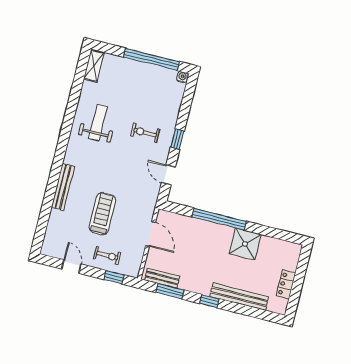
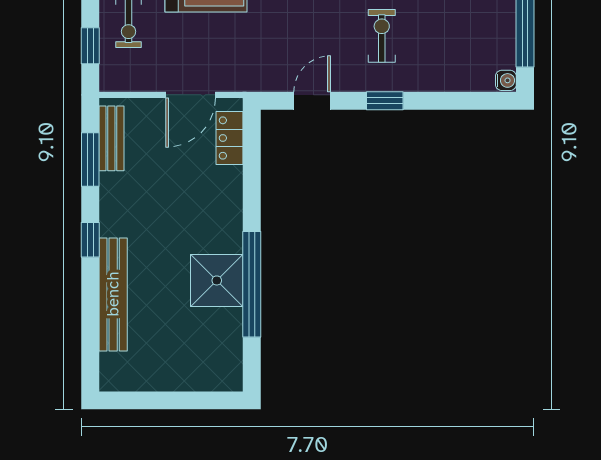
window: (219, 219) -> (252, 284), moved
locker: (286, 284) -> (230, 138), moved, turned -90

